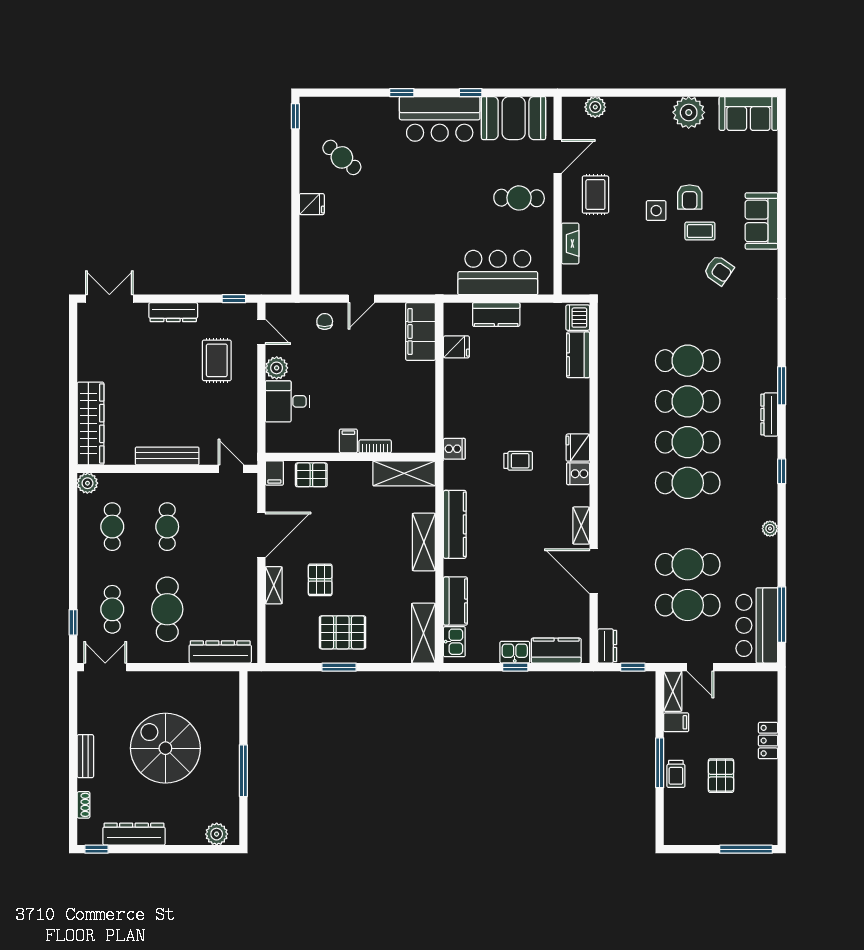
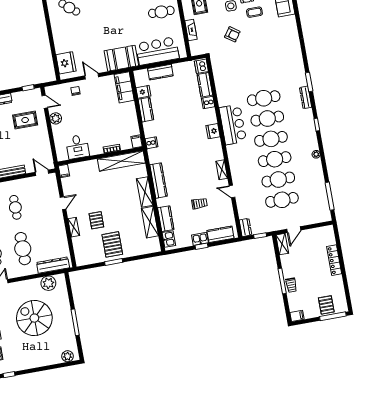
fridge: (312, 204) -> (66, 63), moved, width x1.88, depth x1.34
armchair: (719, 270) -> (232, 34), moved
booth: (425, 274) -> (121, 58), added
door: (361, 299) -> (92, 76), swing flipped
rug: (217, 360) -> (25, 120), turned 90
cafe table: (688, 361) -> (275, 159), moved
kitchen counter: (455, 382) -> (146, 110), added
desk: (287, 401) -> (77, 147), moved, turned -90
filing cabinet: (348, 441) -> (136, 141), moved
trolley: (518, 461) -> (199, 203), moved
shelving: (404, 473) -> (121, 161), width x1.47
cooker: (578, 474) -> (208, 102), moved
pallet: (311, 475) -> (83, 169), removed
door: (261, 535) -> (63, 203), width x0.53
door: (594, 571) -> (232, 191), width x0.53
bar counter: (757, 625) -> (233, 125), moved, turned 180
pallet: (343, 632) -> (112, 244), turned 90
shelving: (423, 633) -> (150, 222), moved
door: (700, 667) -> (294, 230), hinge flipped
plant: (205, 685) -> (48, 283), added
filing cabinet: (676, 722) -> (297, 316), moved
locker: (768, 741) -> (334, 260), width x1.53
pallet: (721, 776) -> (326, 305), moved
dresser: (134, 834) -> (26, 364), removed

